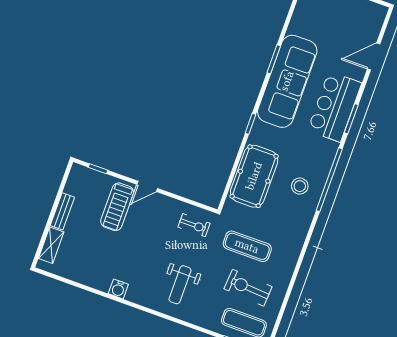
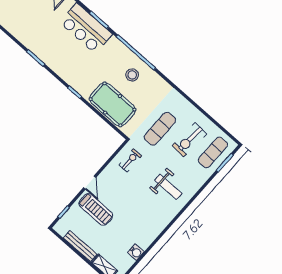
sofa: (287, 81) -> (55, 55), removed
bench: (62, 211) -> (80, 246), width x1.36
water cooler: (118, 289) -> (136, 252), moved

